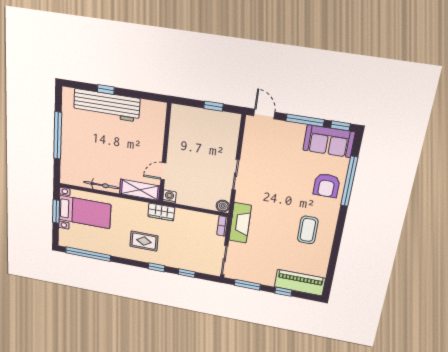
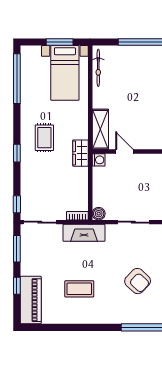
bicycle: (101, 185) -> (98, 68), moved
armchair: (327, 185) -> (138, 281), moved, turned -137
coffee table: (308, 230) -> (79, 289), moved
window: (187, 273) -> (17, 204), moved

